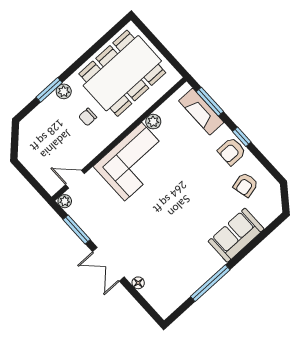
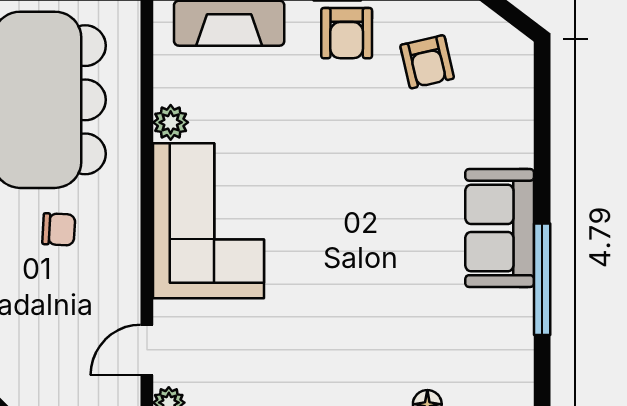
chair: (88, 117) -> (59, 229), turned -87
sofa: (236, 235) -> (500, 228), moved

